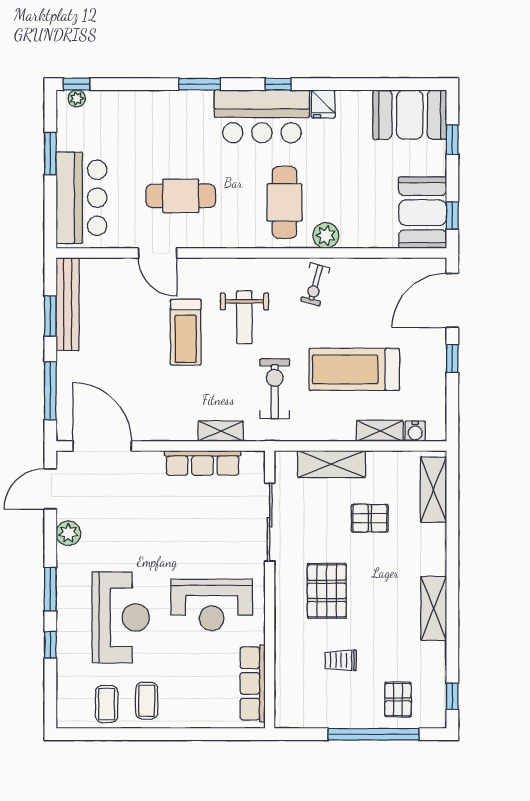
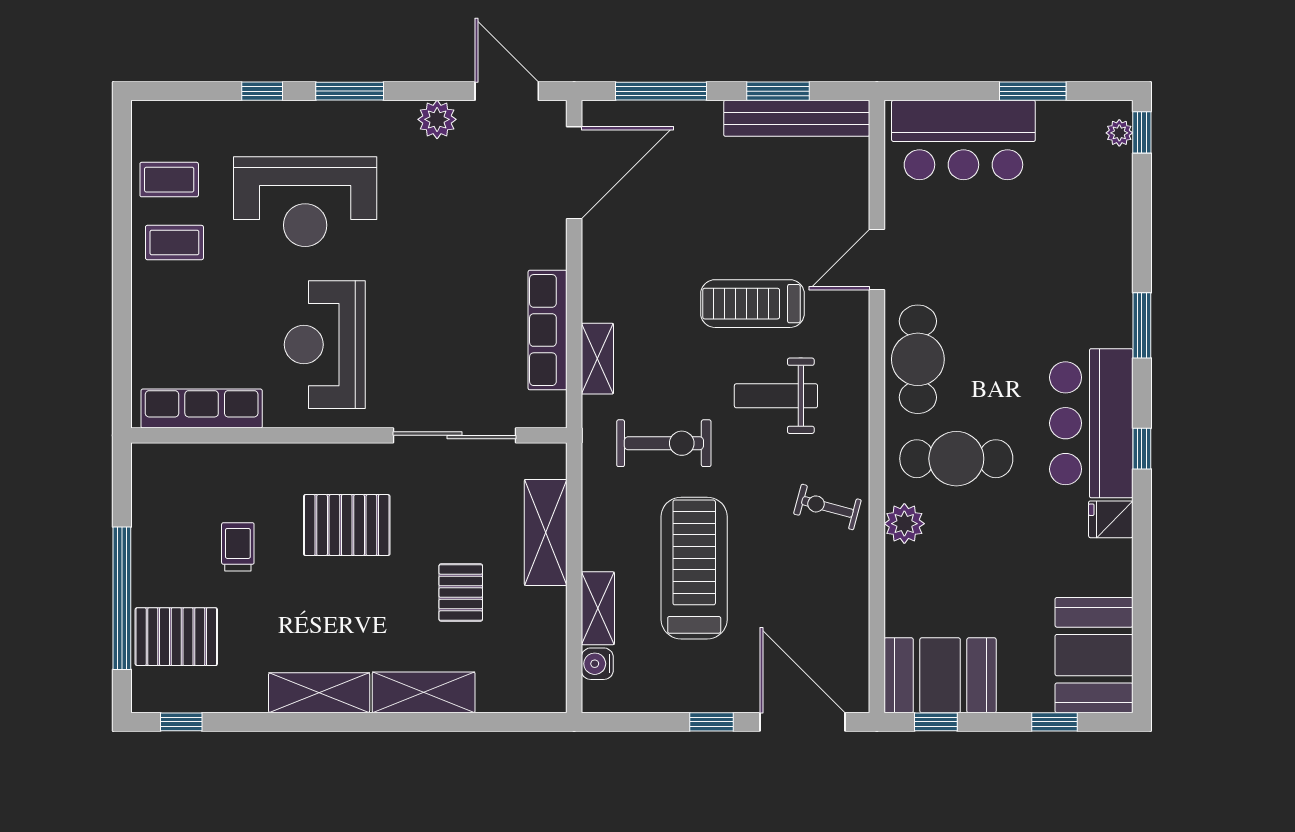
cafe table: (181, 196) -> (918, 359), moved
shelving: (433, 490) -> (424, 692), moved
pallet: (398, 700) -> (176, 637), width x1.50, depth x1.42

